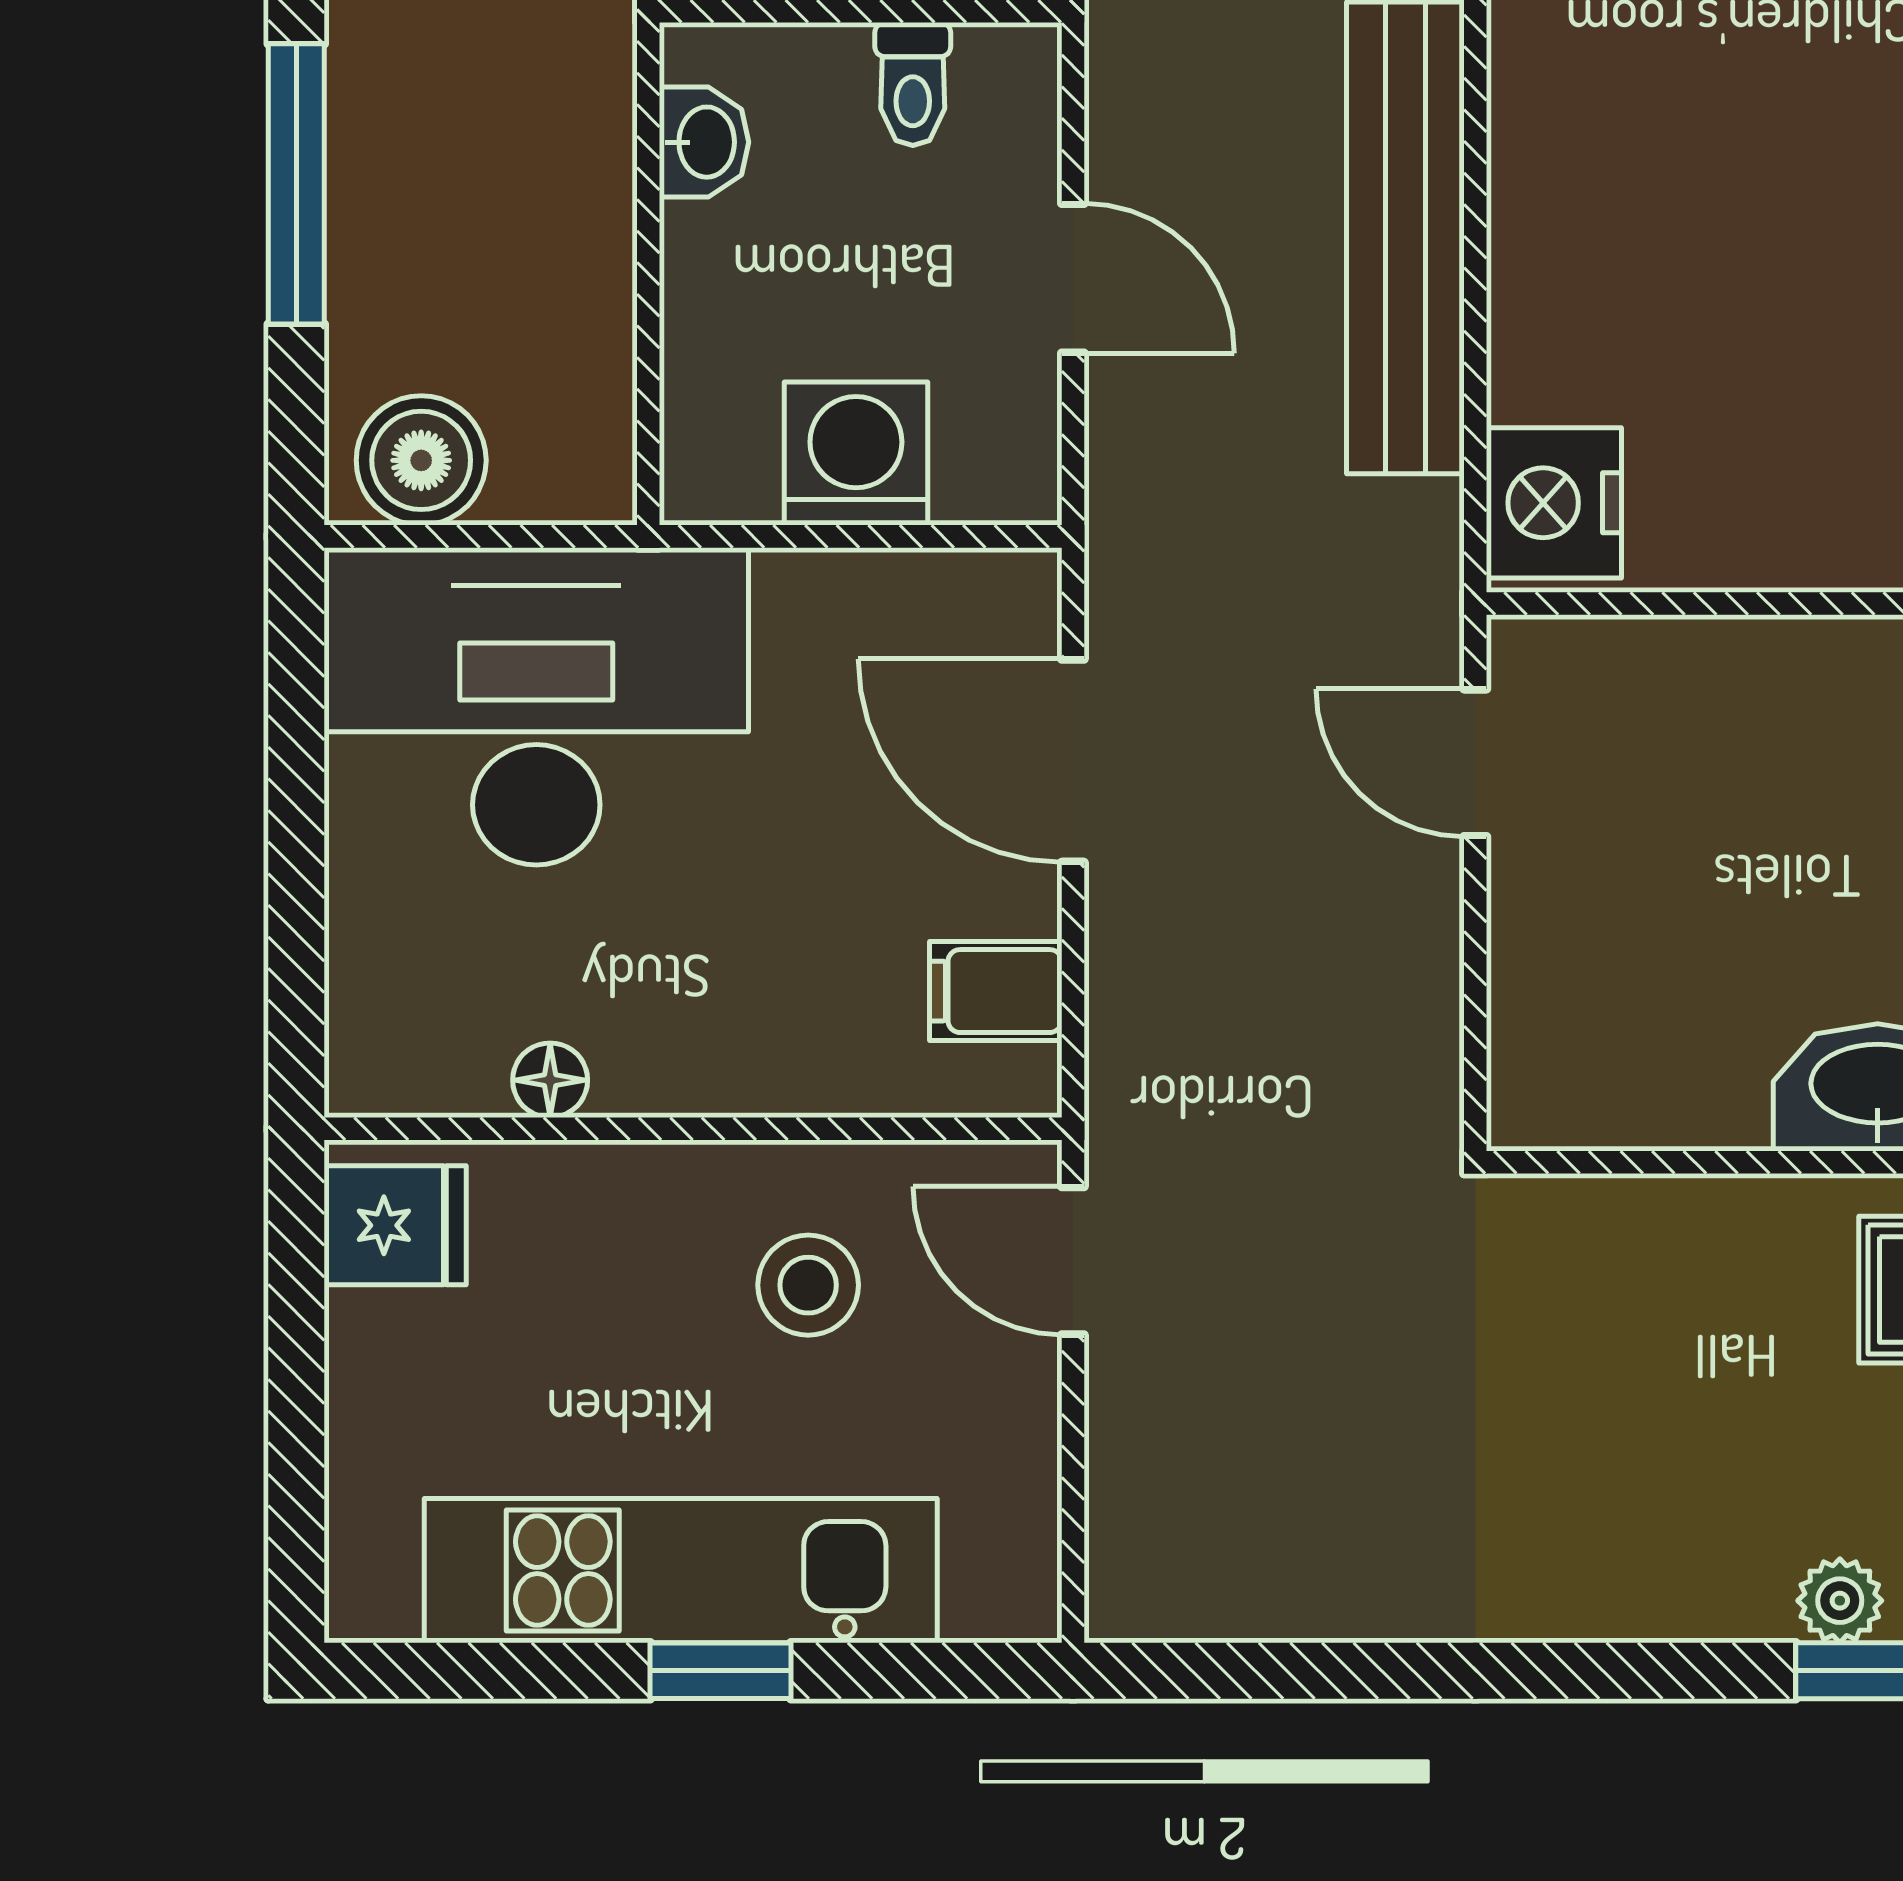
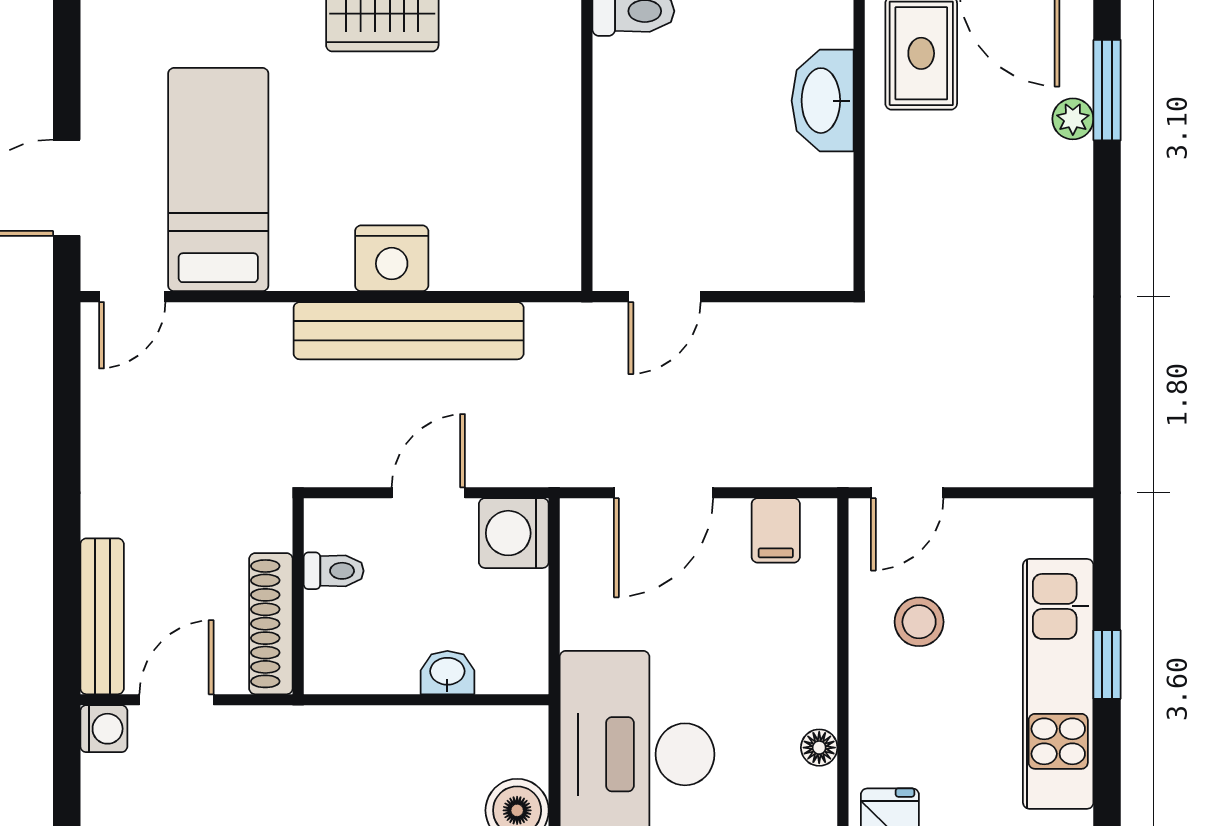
washbasin: (704, 142) -> (447, 673), moved
washing machine: (856, 454) -> (514, 533), moved
nightstand: (1554, 503) -> (392, 258), moved

